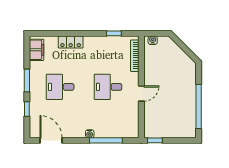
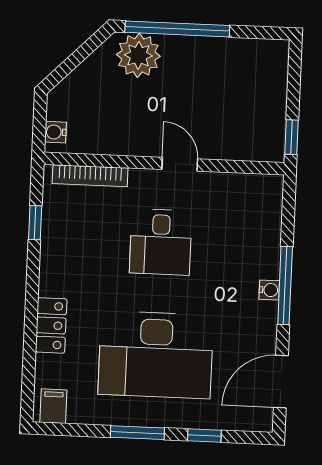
filing cabinet: (36, 50) -> (53, 406), width x0.50
plant: (187, 74) -> (138, 55), added
desk: (60, 87) -> (156, 355), width x1.87, depth x1.30
window: (199, 107) -> (177, 29), moved
window: (106, 140) -> (285, 286), moved

